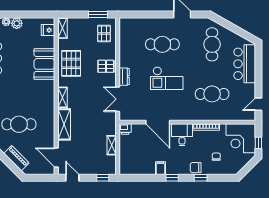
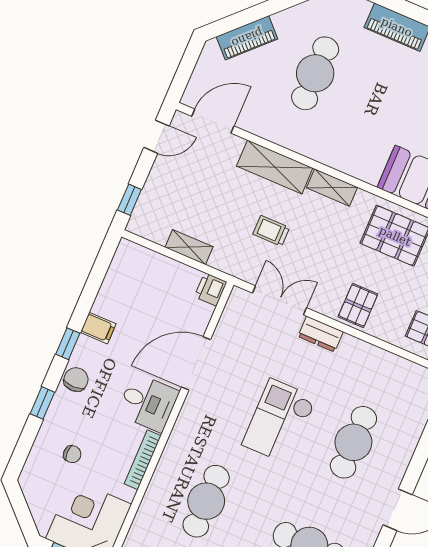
trolley: (91, 115) -> (271, 231), added
chair: (196, 168) -> (76, 380), moved

